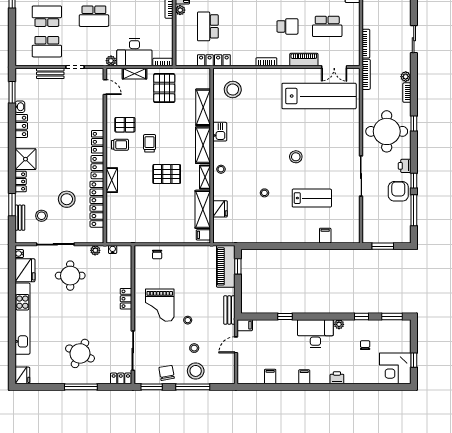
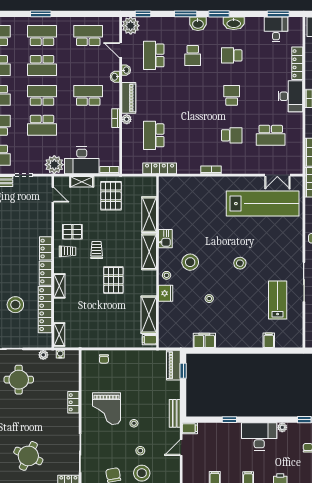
piano: (304, 60) -> (248, 168), removed
plant: (111, 61) -> (54, 165), width x1.87, depth x1.87
stool: (233, 90) -> (190, 262), moved
pallet: (167, 174) -> (113, 280), turned 90
shelving: (205, 177) -> (59, 334), moved
lab bench: (312, 198) -> (278, 300), moved, turned -90
fridge: (220, 209) -> (166, 293), moved
filing cabinet: (259, 236) -> (204, 340), added
piano: (226, 266) -> (173, 365), width x0.73, depth x0.75

